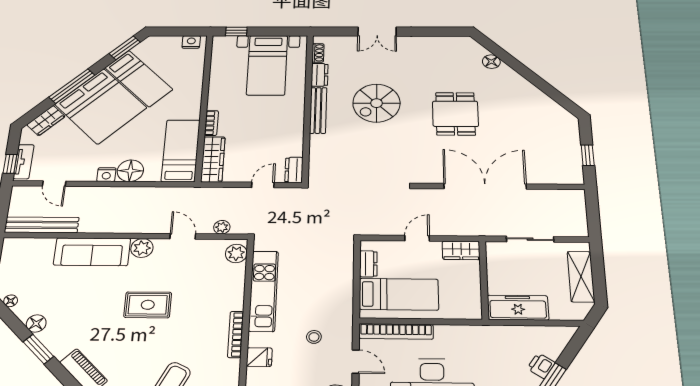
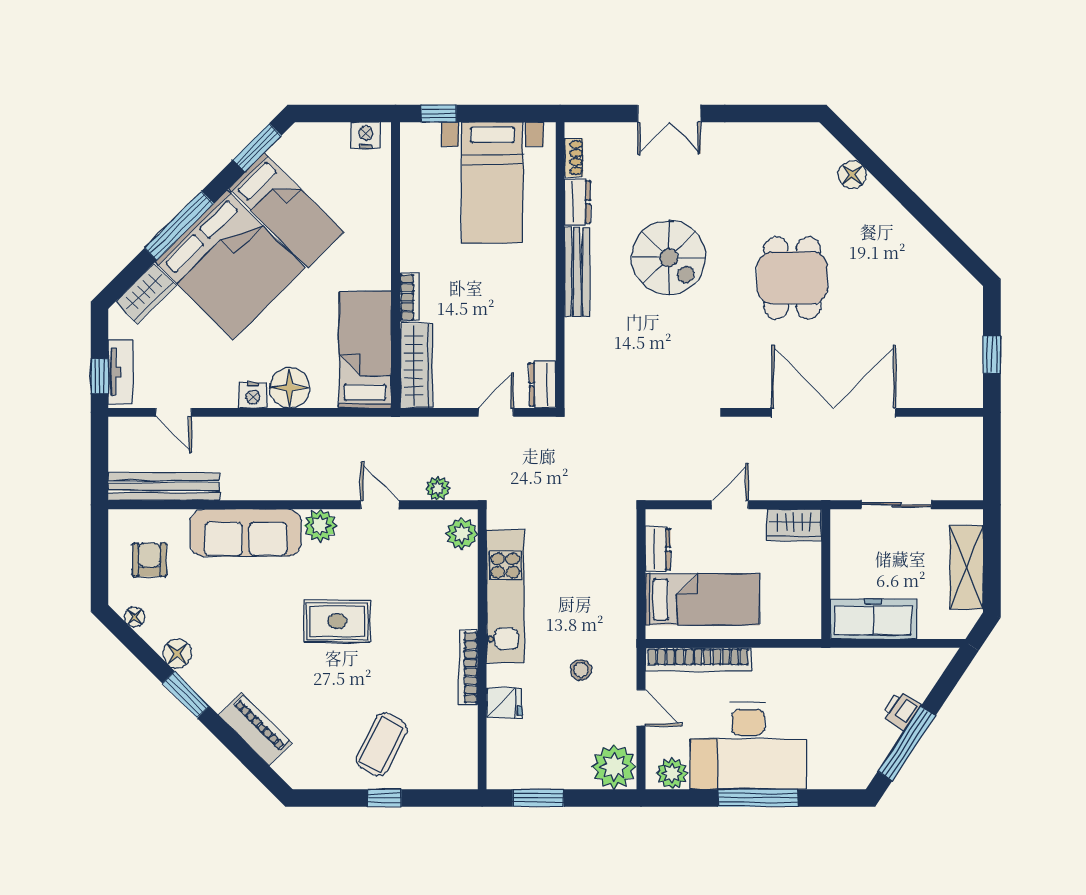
spiral stairs: (376, 103) -> (669, 257), turned -90
armchair: (26, 267) -> (149, 560), added

